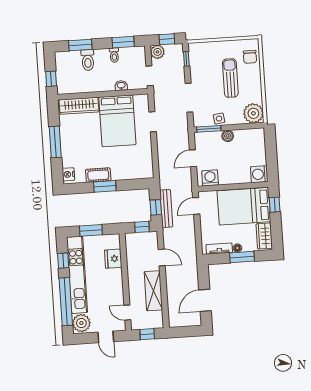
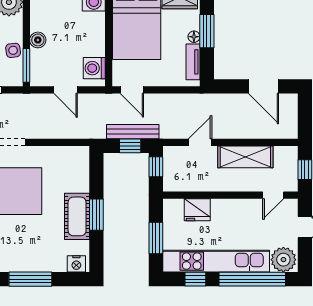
cot: (98, 175) -> (77, 216), width x1.37, depth x1.34

